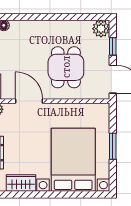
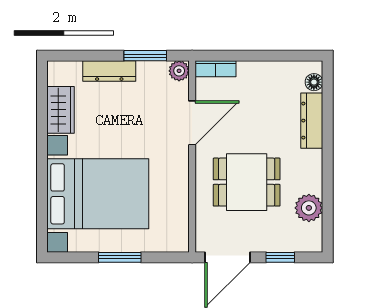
dresser: (28, 27) -> (312, 121), added
plant: (101, 29) -> (309, 208), moved

